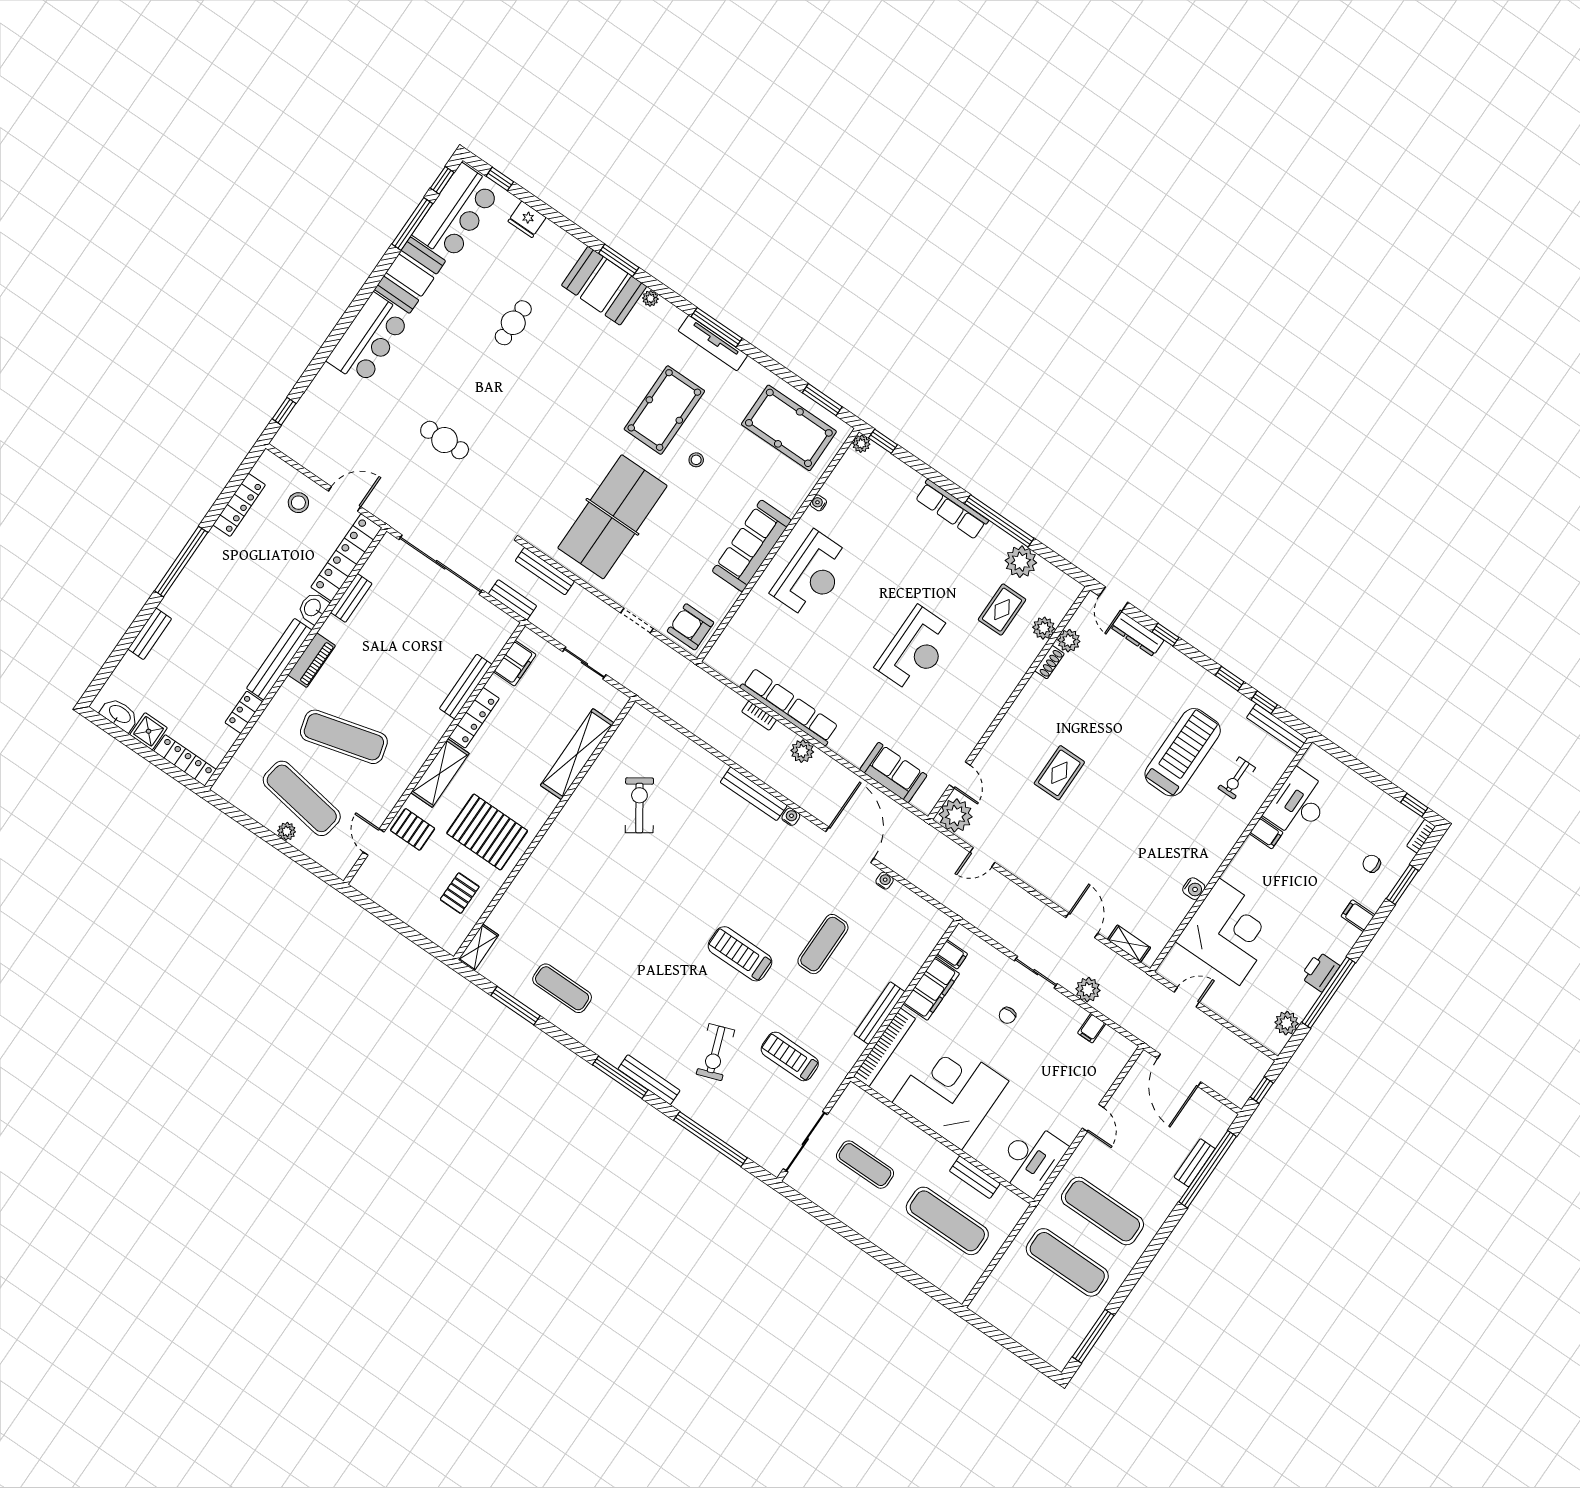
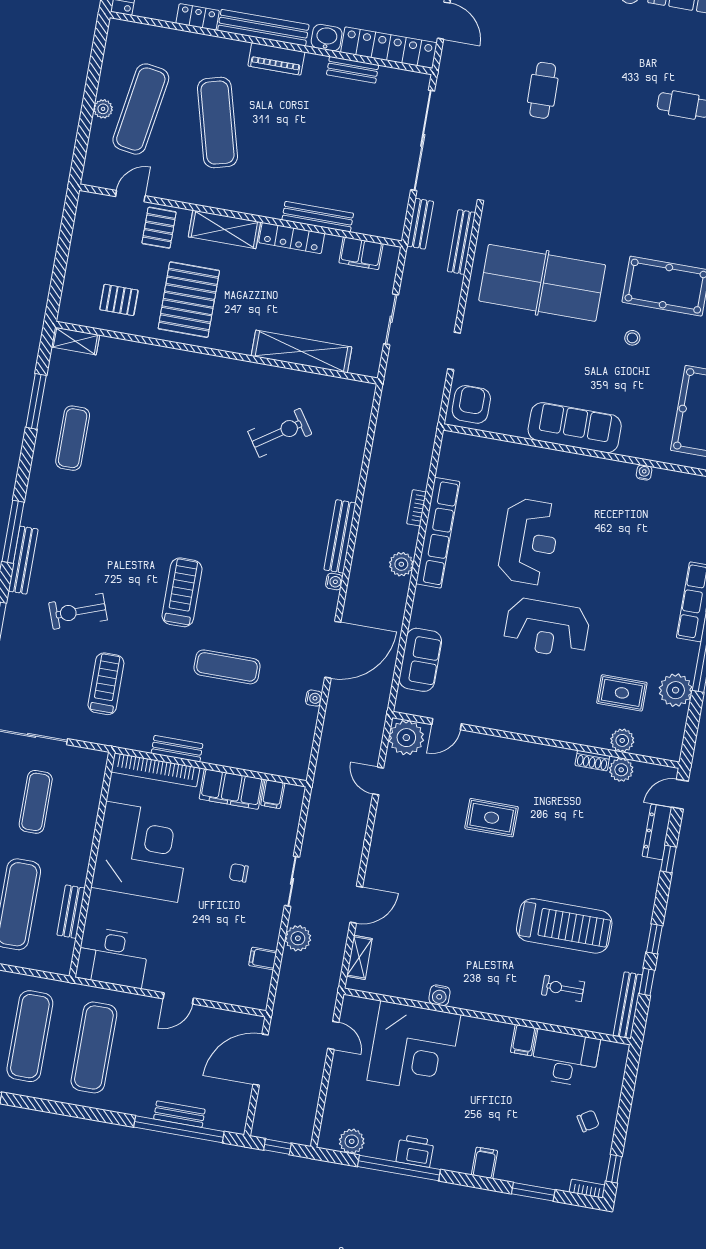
reception desk: (812, 575) -> (529, 542), moved, turned -90
chair: (1372, 864) -> (588, 1121), moved, turned 58
bench: (879, 1013) -> (177, 749), width x0.73

